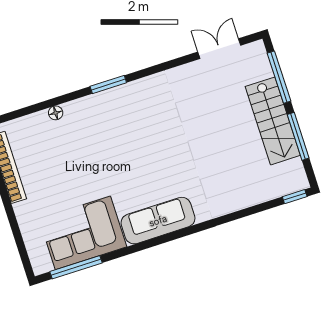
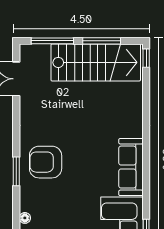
armchair: (131, 116) -> (46, 162), added
stairs: (273, 121) -> (96, 62), width x1.36, depth x1.51

